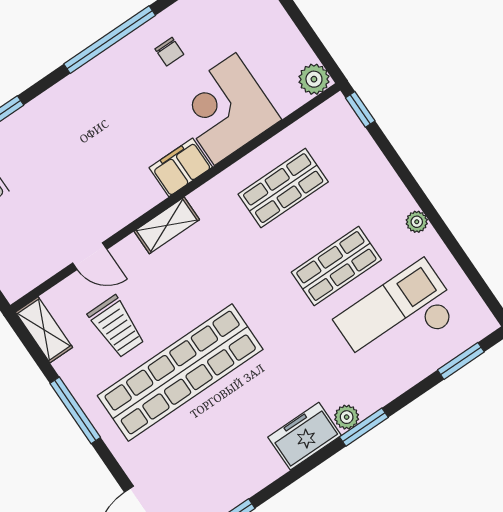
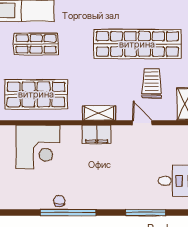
chair: (169, 52) -> (59, 201), moved
filing cabinet: (181, 167) -> (97, 135), moved
shop shelf: (283, 188) -> (36, 94), width x1.43, depth x1.36

